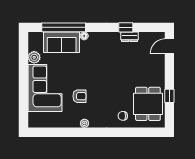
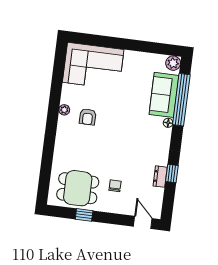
plant: (34, 57) -> (173, 63), moved
corner sofa: (45, 88) -> (93, 66), moved
armchair: (80, 96) -> (88, 117), moved
chair: (123, 116) -> (115, 186), moved

